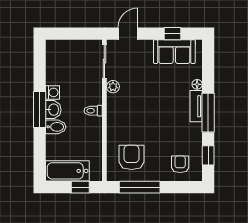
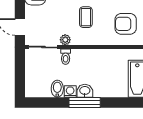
toilet: (93, 111) -> (66, 57), moved
coffee table: (139, 111) -> (86, 17), added
bidet: (56, 127) -> (57, 89), moved

